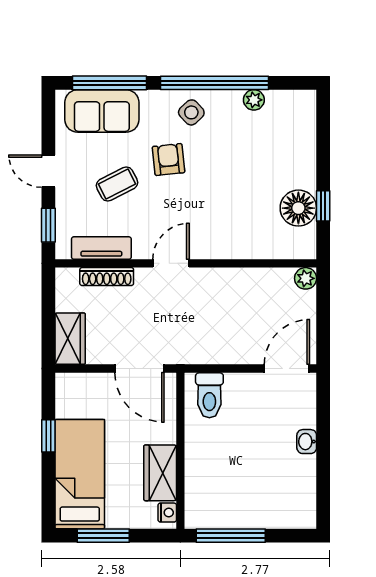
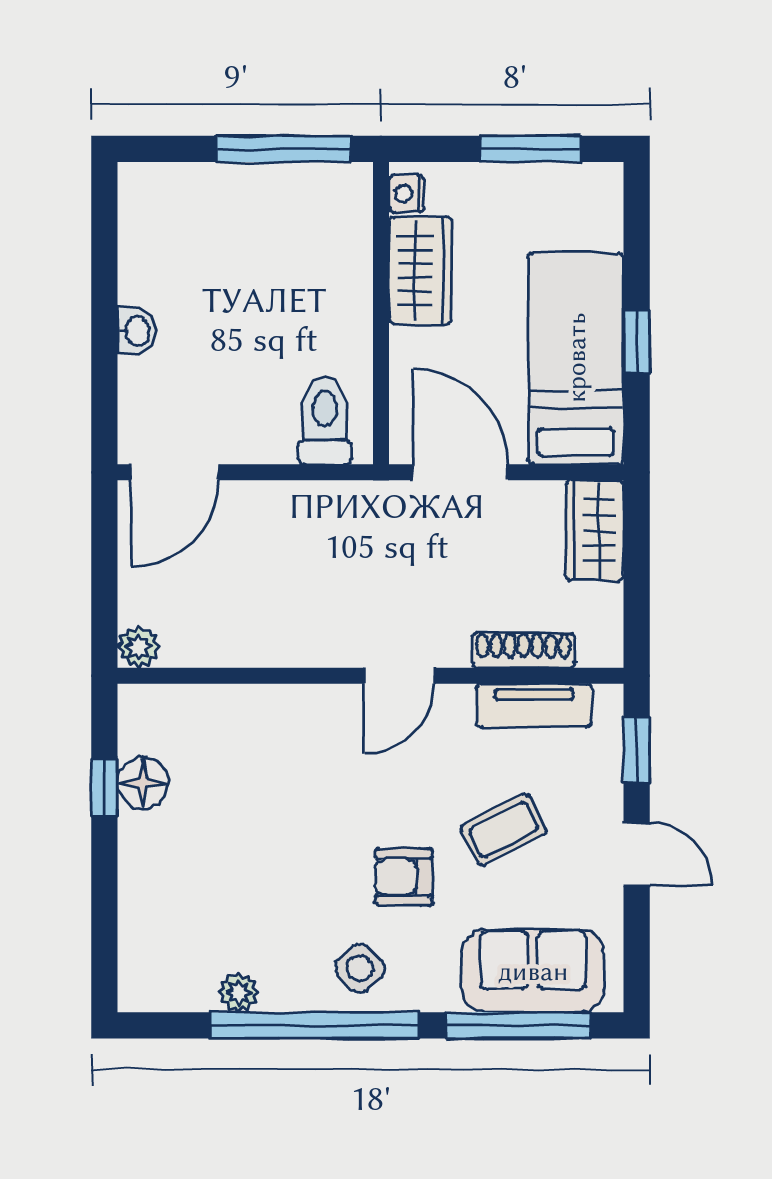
armchair: (169, 160) -> (404, 877), turned 96
floor lamp: (298, 208) -> (143, 783), width x0.73, depth x0.73
bed: (80, 474) -> (576, 358), moved, turned 180

